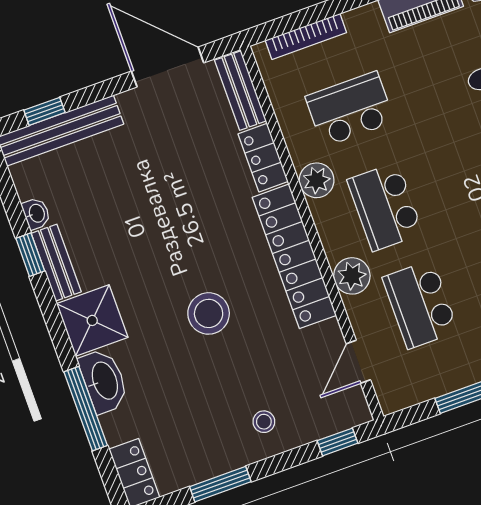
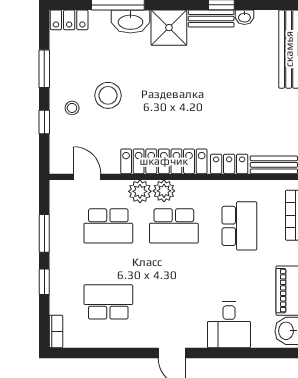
plant: (317, 180) -> (164, 191), moved
school desk: (385, 207) -> (174, 226), turned 180
school desk: (420, 304) -> (108, 226), turned 180
stool: (209, 313) -> (108, 95), moved
window: (337, 442) -> (44, 122), moved

